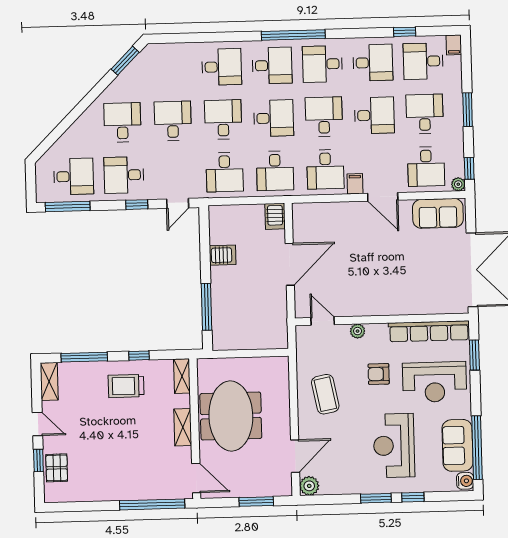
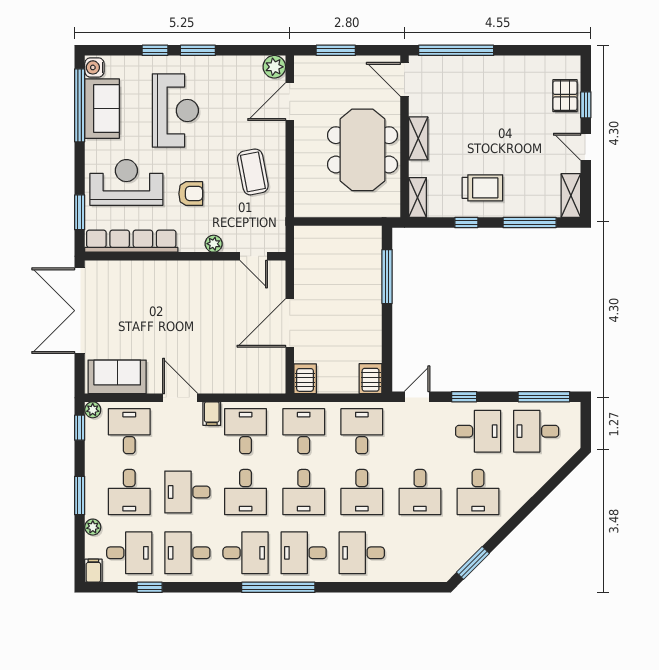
plant: (455, 83) -> (93, 527), added
desk: (274, 118) -> (304, 492), turned -90
server rack: (223, 255) -> (371, 379), moved, turned 90

